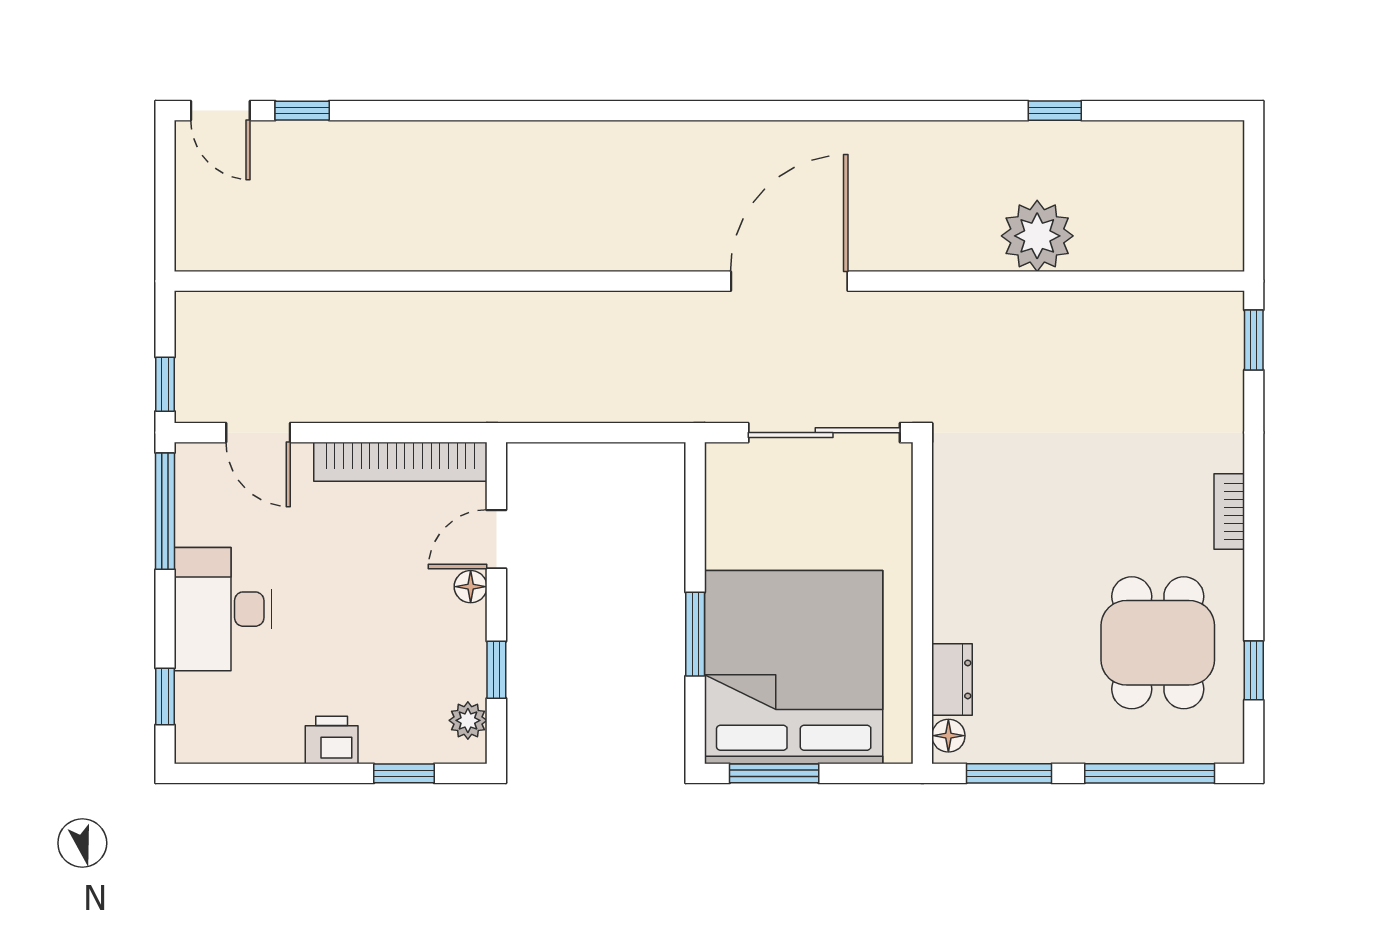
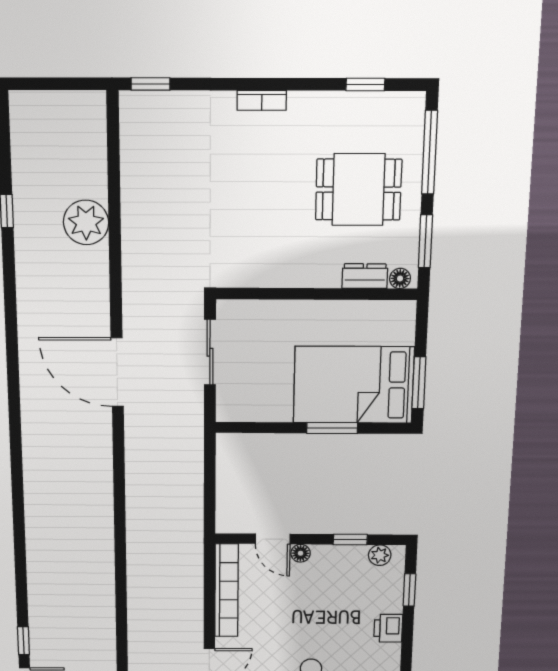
sliding door: (824, 433) -> (210, 352), width x0.73
dining table: (1158, 643) -> (359, 190), moved
bed: (794, 667) -> (354, 385), width x0.73

